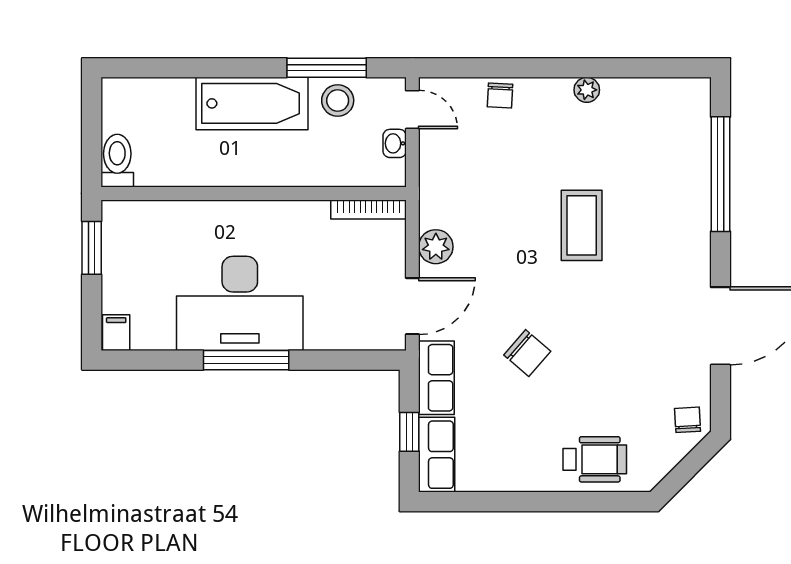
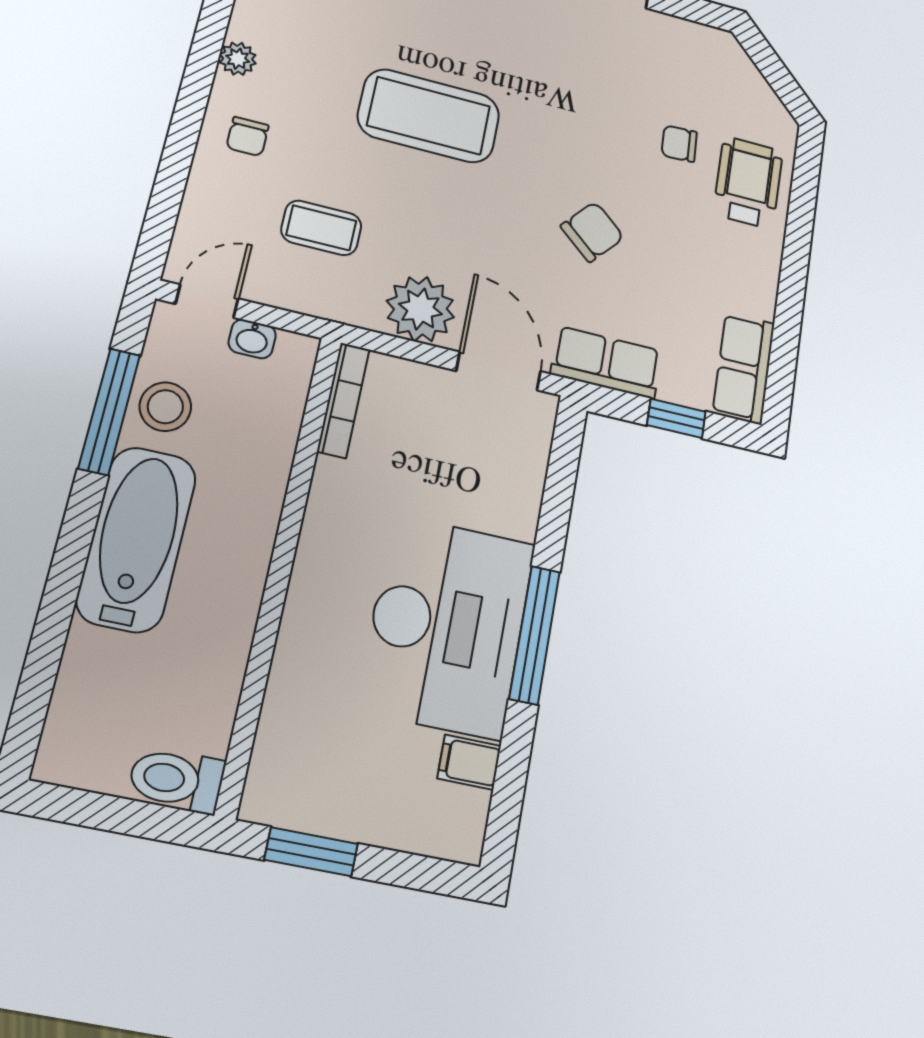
chair: (500, 95) -> (247, 137), moved, turned 87
coffee table: (481, 171) -> (321, 228), added
coffee table: (582, 225) -> (429, 116), width x1.36, depth x1.32
plant: (436, 247) -> (420, 309), width x1.36, depth x1.36
filing cabinet: (116, 333) -> (469, 762), moved
chair: (688, 420) -> (679, 144), moved
row of seats: (437, 455) -> (744, 368), moved, turned -90

